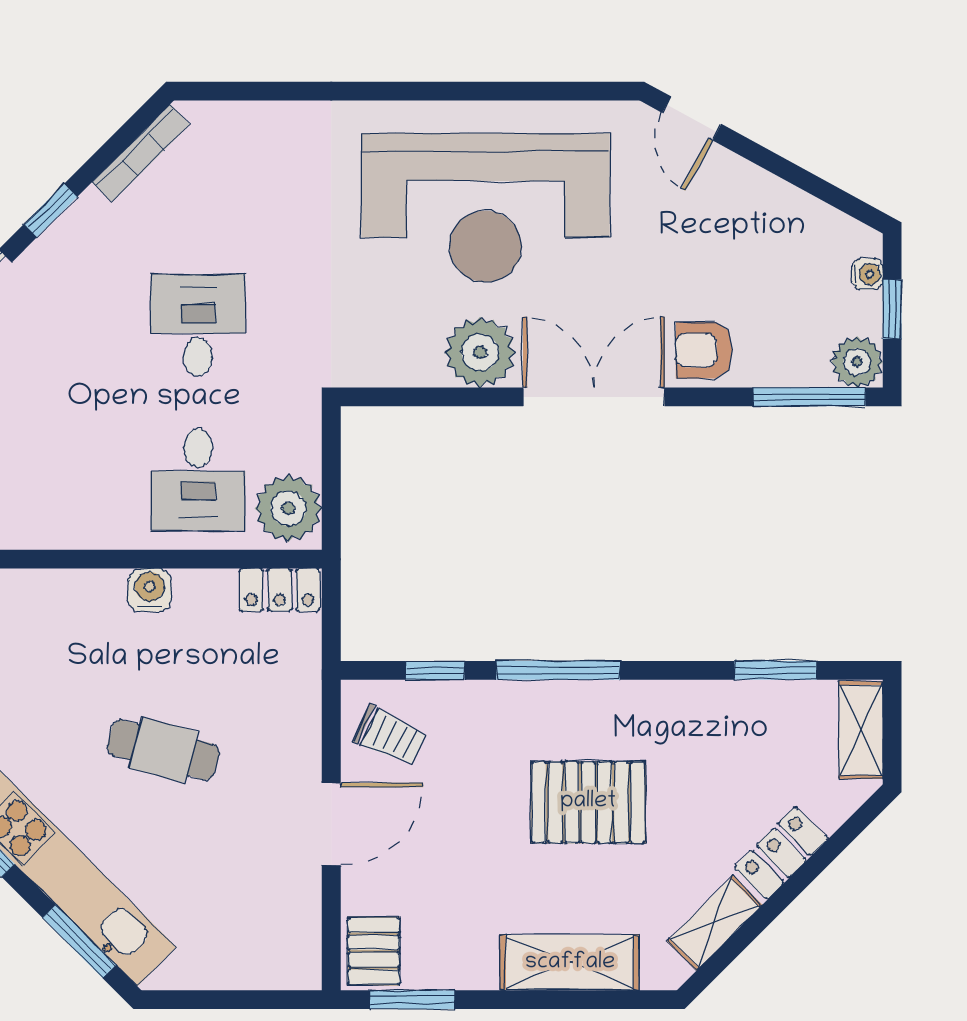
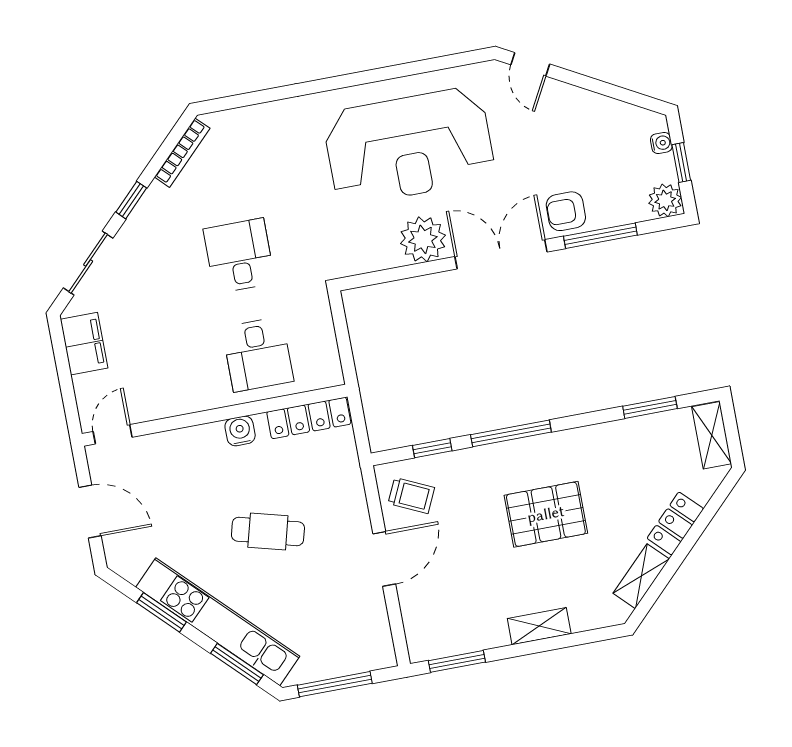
window: (809, 397) -> (600, 236), moved
plant: (288, 508) -> (319, 362), removed
locker: (280, 590) -> (309, 418), width x1.53
pallet: (374, 951) -> (427, 635), removed
shelving: (570, 963) -> (539, 626), width x0.67, depth x0.75
window: (221, 1000) -> (335, 684), added

